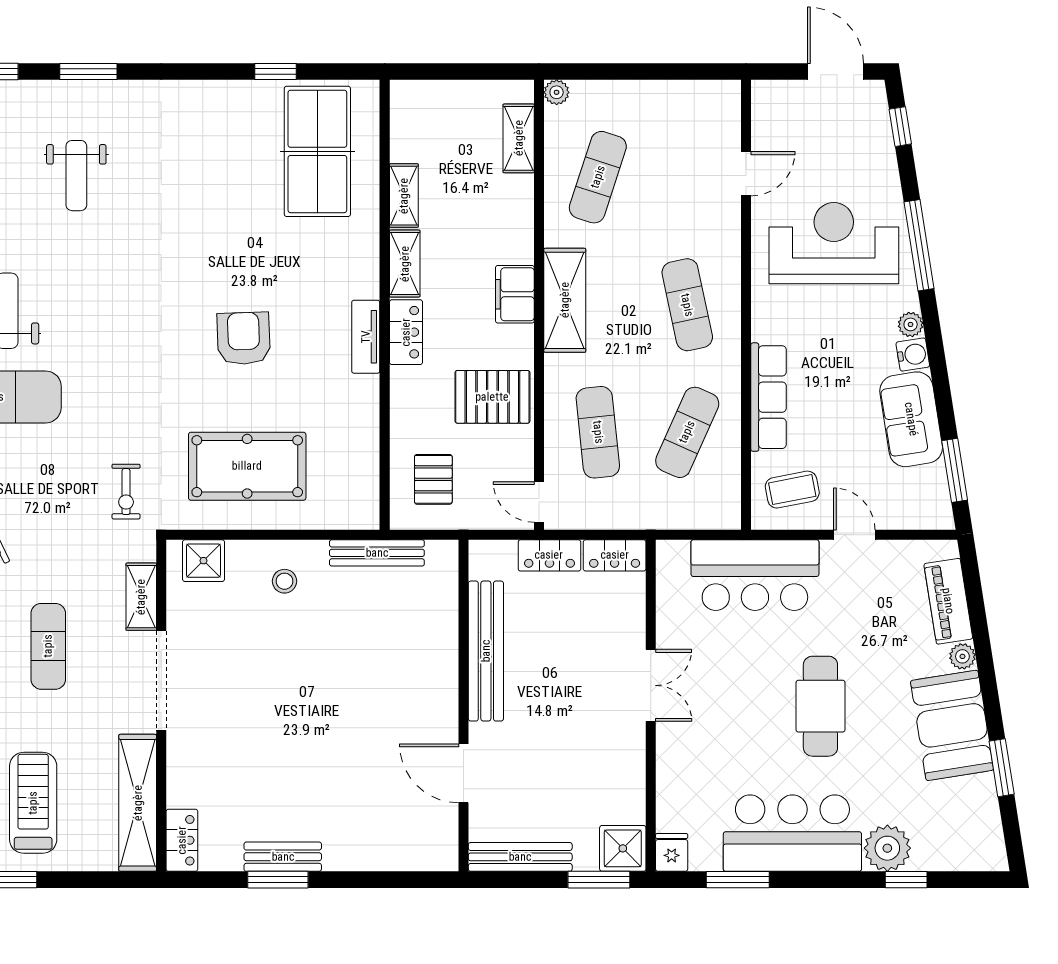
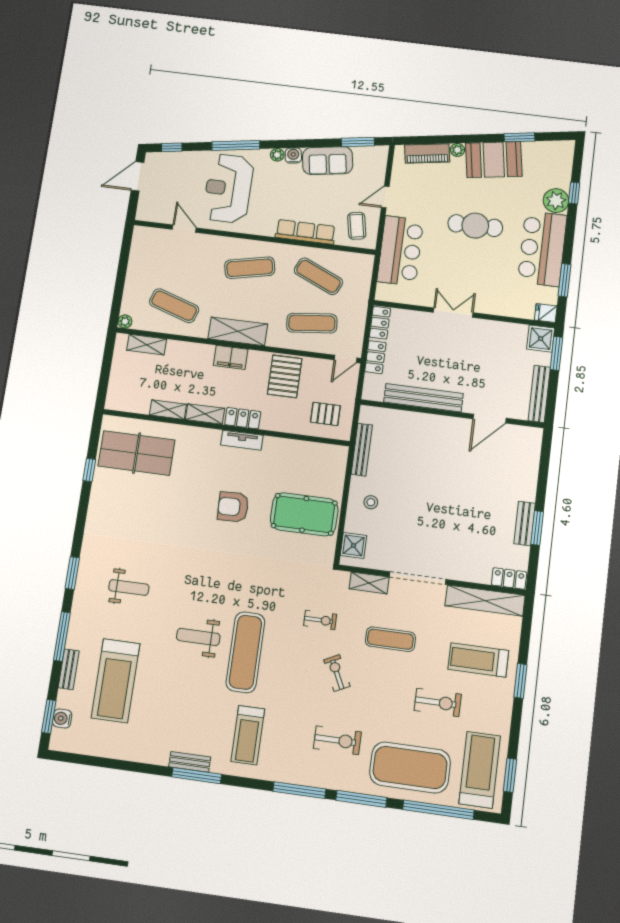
pool table: (247, 466) -> (304, 514), turned 90
exercise bike: (126, 492) -> (320, 620), moved

